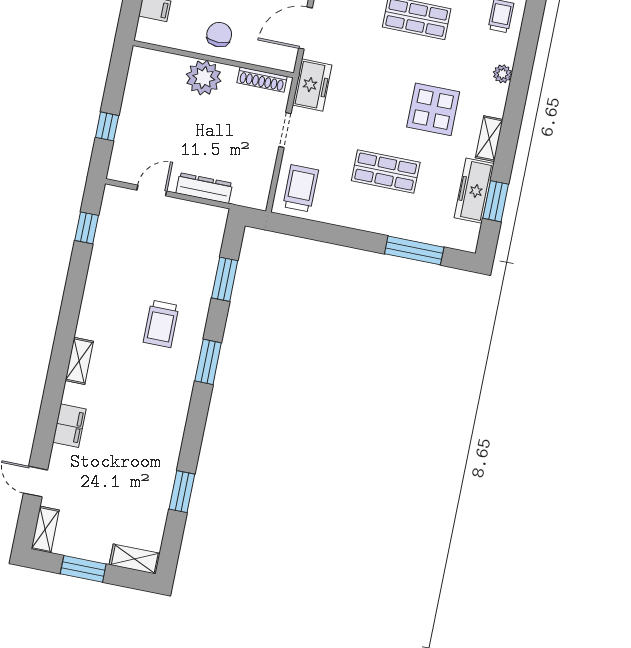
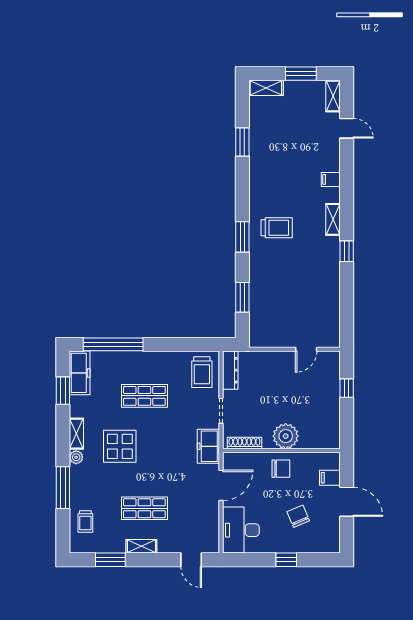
chair: (219, 35) -> (281, 469), turned -90
window: (522, 69) -> (63, 488), added
plant: (502, 74) -> (76, 457), moved
dresser: (204, 188) -> (230, 370), moved, turned -90
freezer: (474, 191) -> (80, 373), moved
window: (87, 228) -> (347, 251), moved
window: (414, 250) -> (113, 344), width x1.46
trolley: (161, 324) -> (277, 228), moved, turned 90
filing cabinet: (69, 426) -> (331, 179), width x0.50

